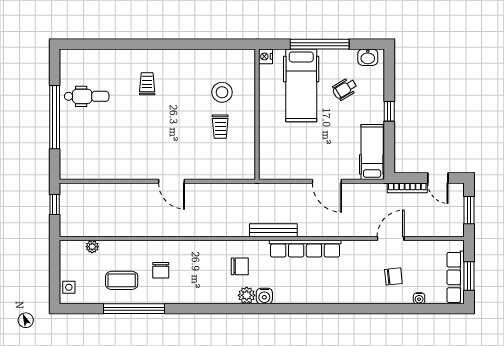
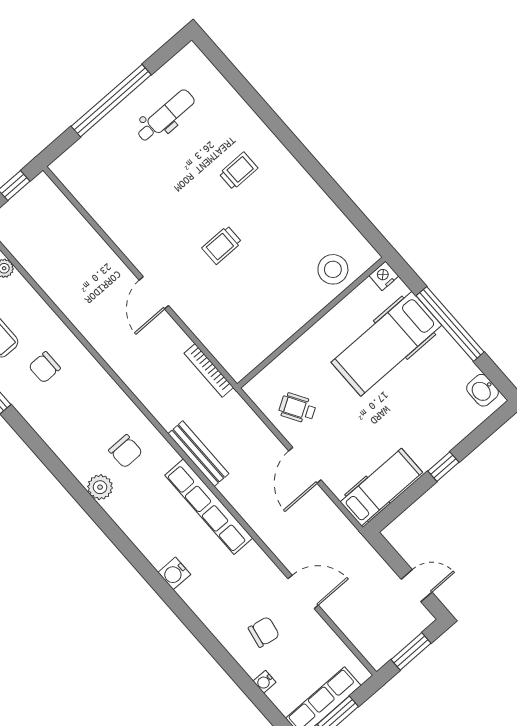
wheelchair: (345, 89) -> (297, 408), moved
stool: (222, 92) -> (333, 269), moved
dental chair: (87, 96) -> (166, 116), turned -90
trolley: (220, 127) -> (222, 245), moved
door: (438, 178) -> (417, 586), swing flipped
bookcase: (407, 188) -> (209, 370), moved
chair: (393, 276) -> (264, 632), turned -73
water cooler: (264, 296) -> (174, 573), moved

